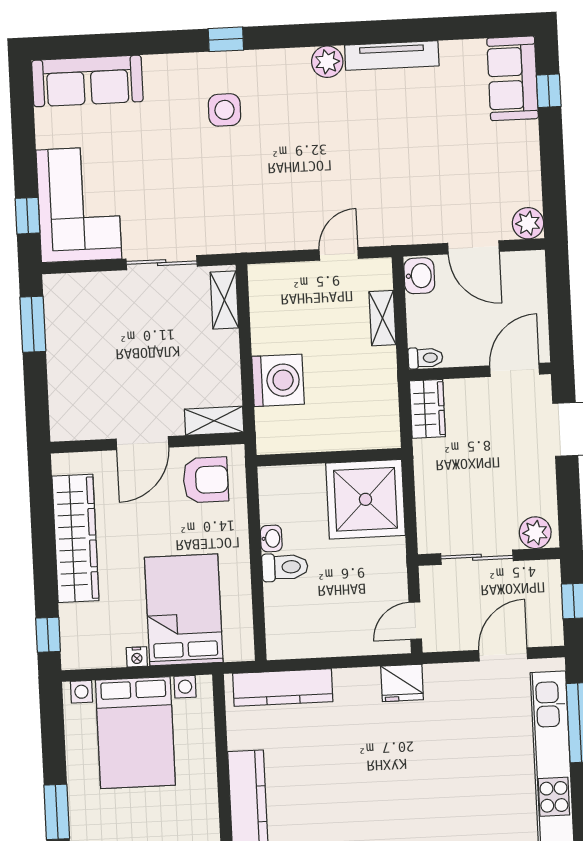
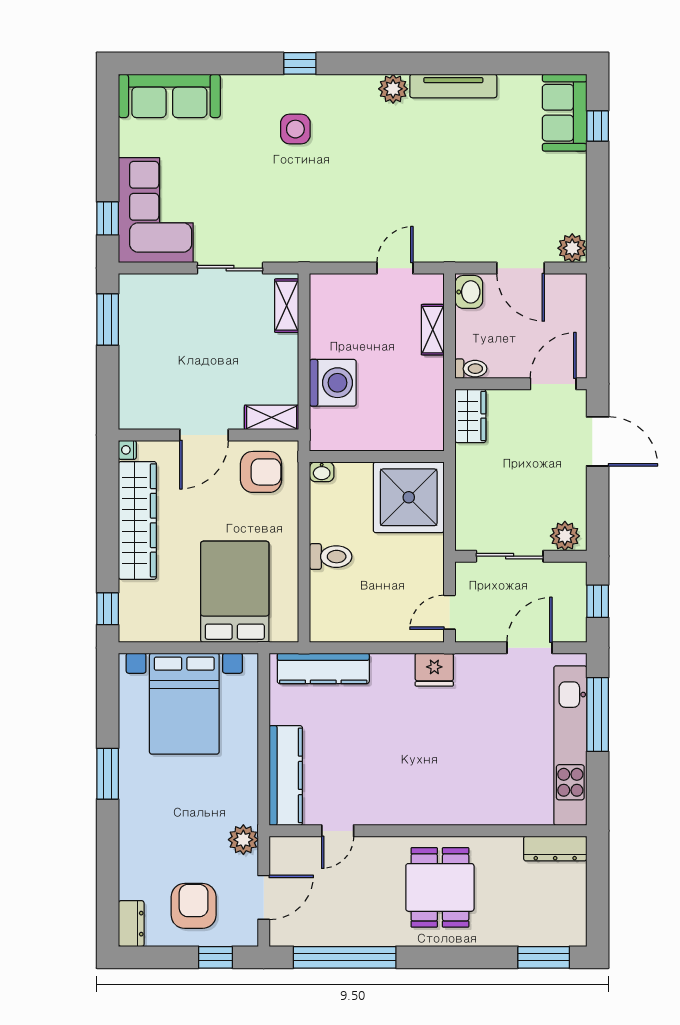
washbasin: (271, 538) -> (322, 472), moved, turned 90
nightstand: (137, 657) -> (127, 450), moved, turned 90

